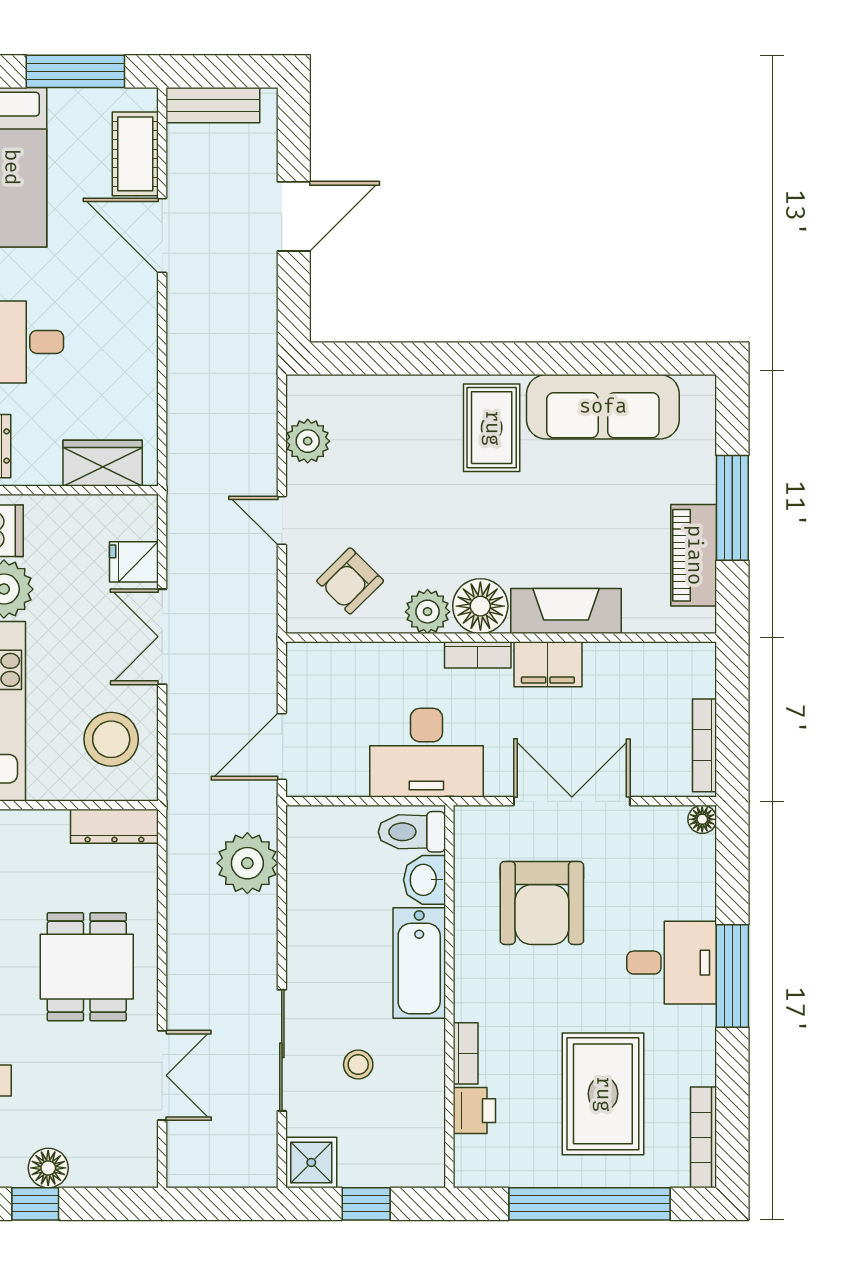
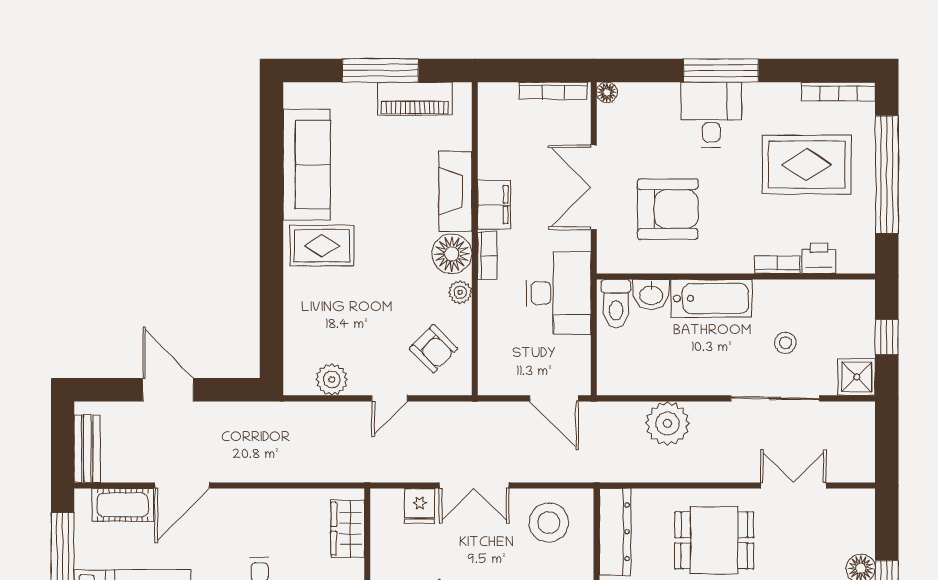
plant: (428, 612) -> (460, 292), width x0.73, depth x0.73
dresser: (114, 826) -> (615, 532), width x1.37, depth x1.24
plant: (247, 863) -> (667, 423), moved

